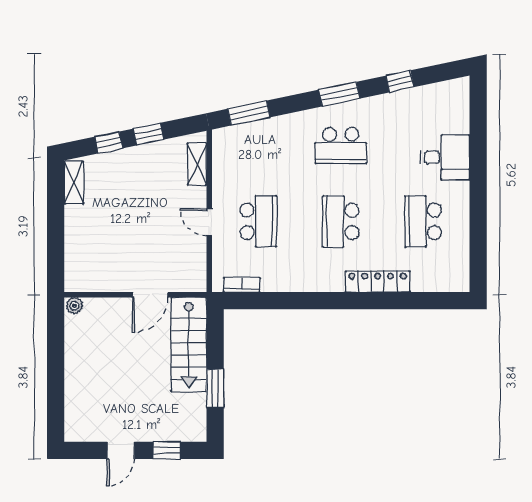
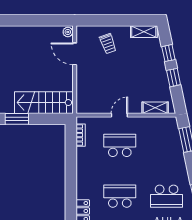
school desk: (341, 146) -> (167, 196), turned -90
school desk: (258, 221) -> (120, 145), turned 180
trolley: (93, 241) -> (108, 44), added
door: (150, 295) -> (75, 54), moved

